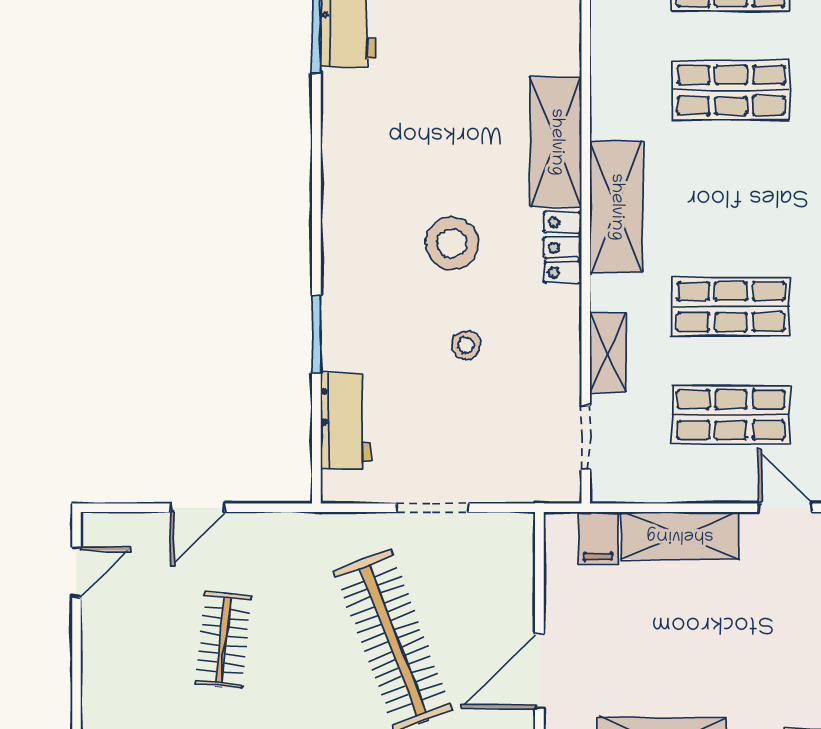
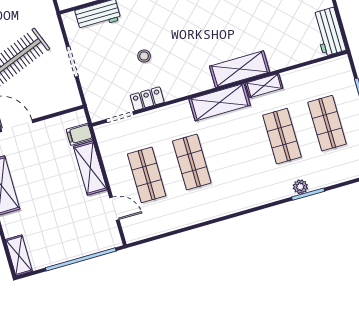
stool: (452, 243) -> (185, 38), removed
locker: (563, 248) -> (147, 99), moved
shelving: (608, 353) -> (264, 86), moved
door: (785, 508) -> (114, 209), hinge flipped

